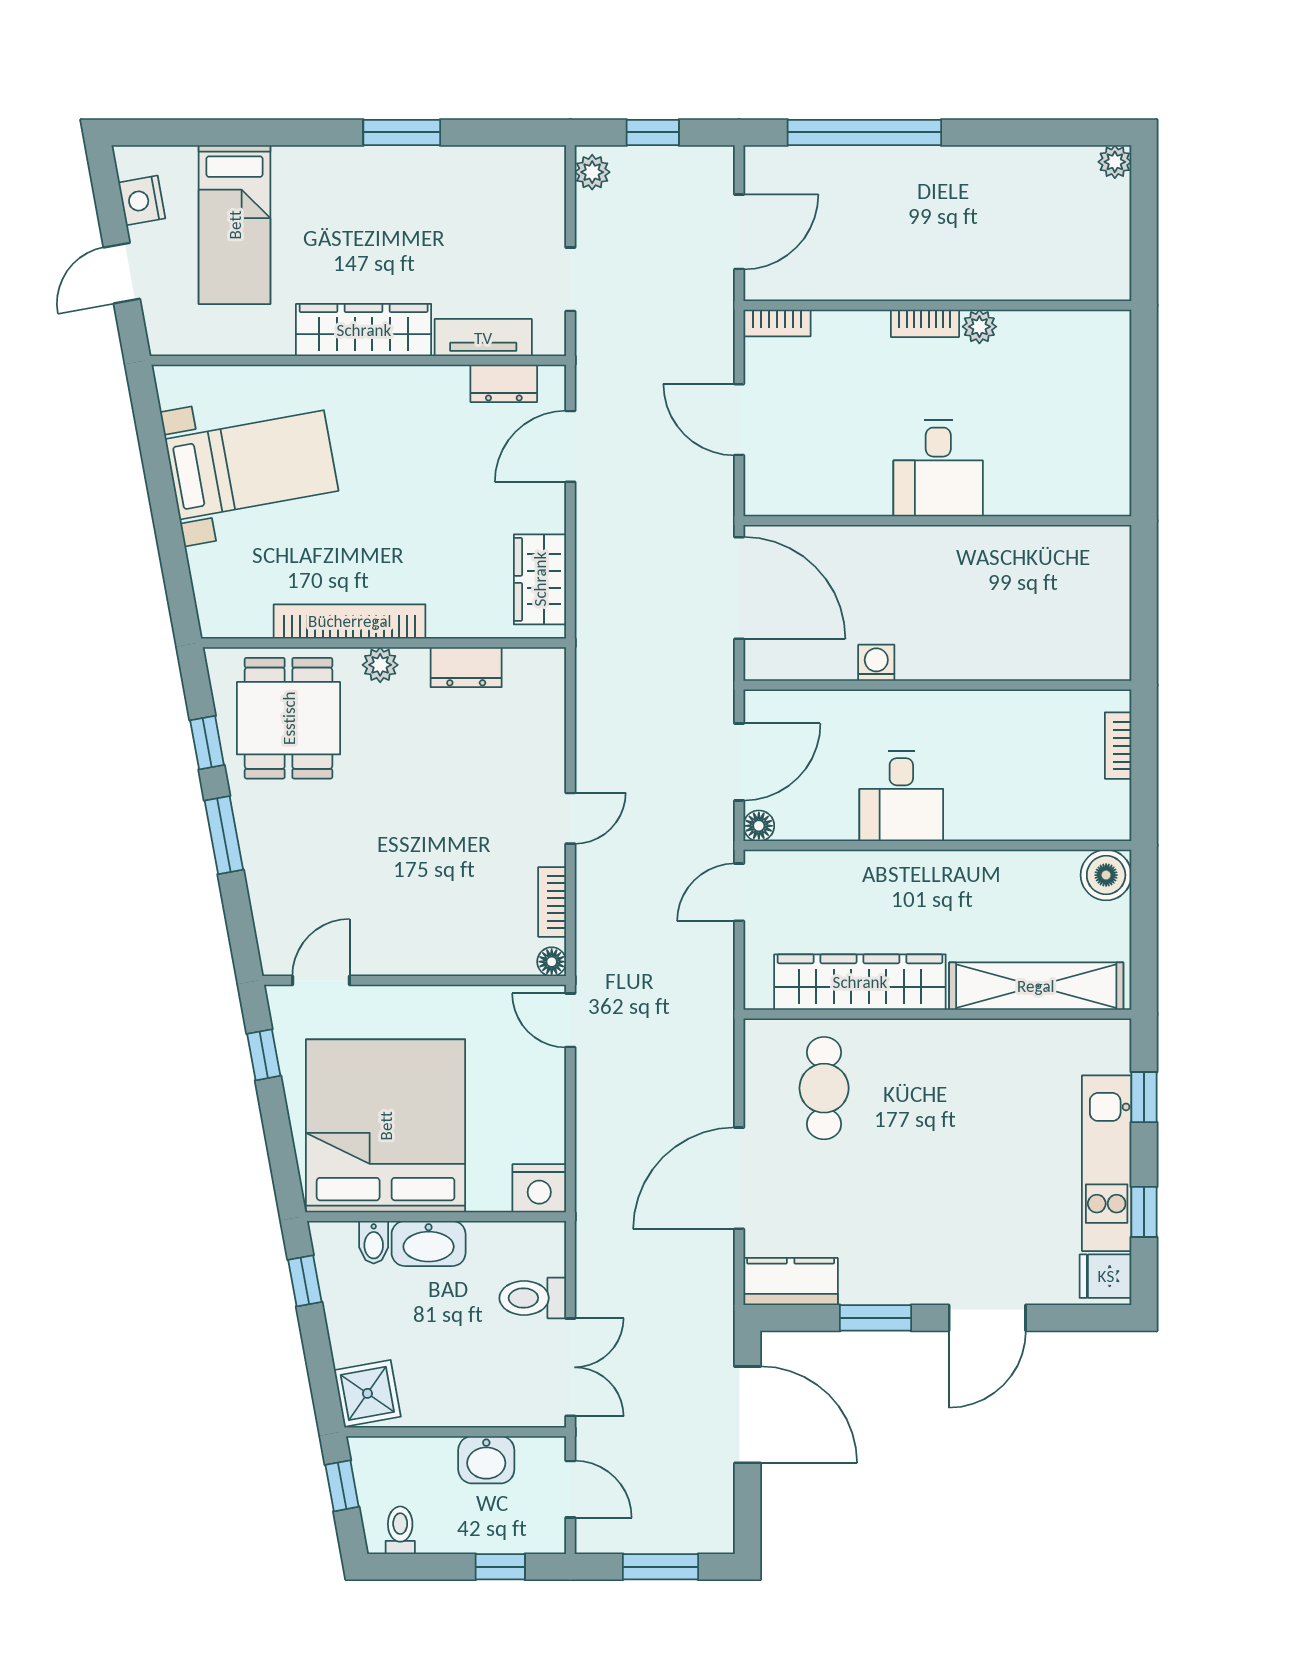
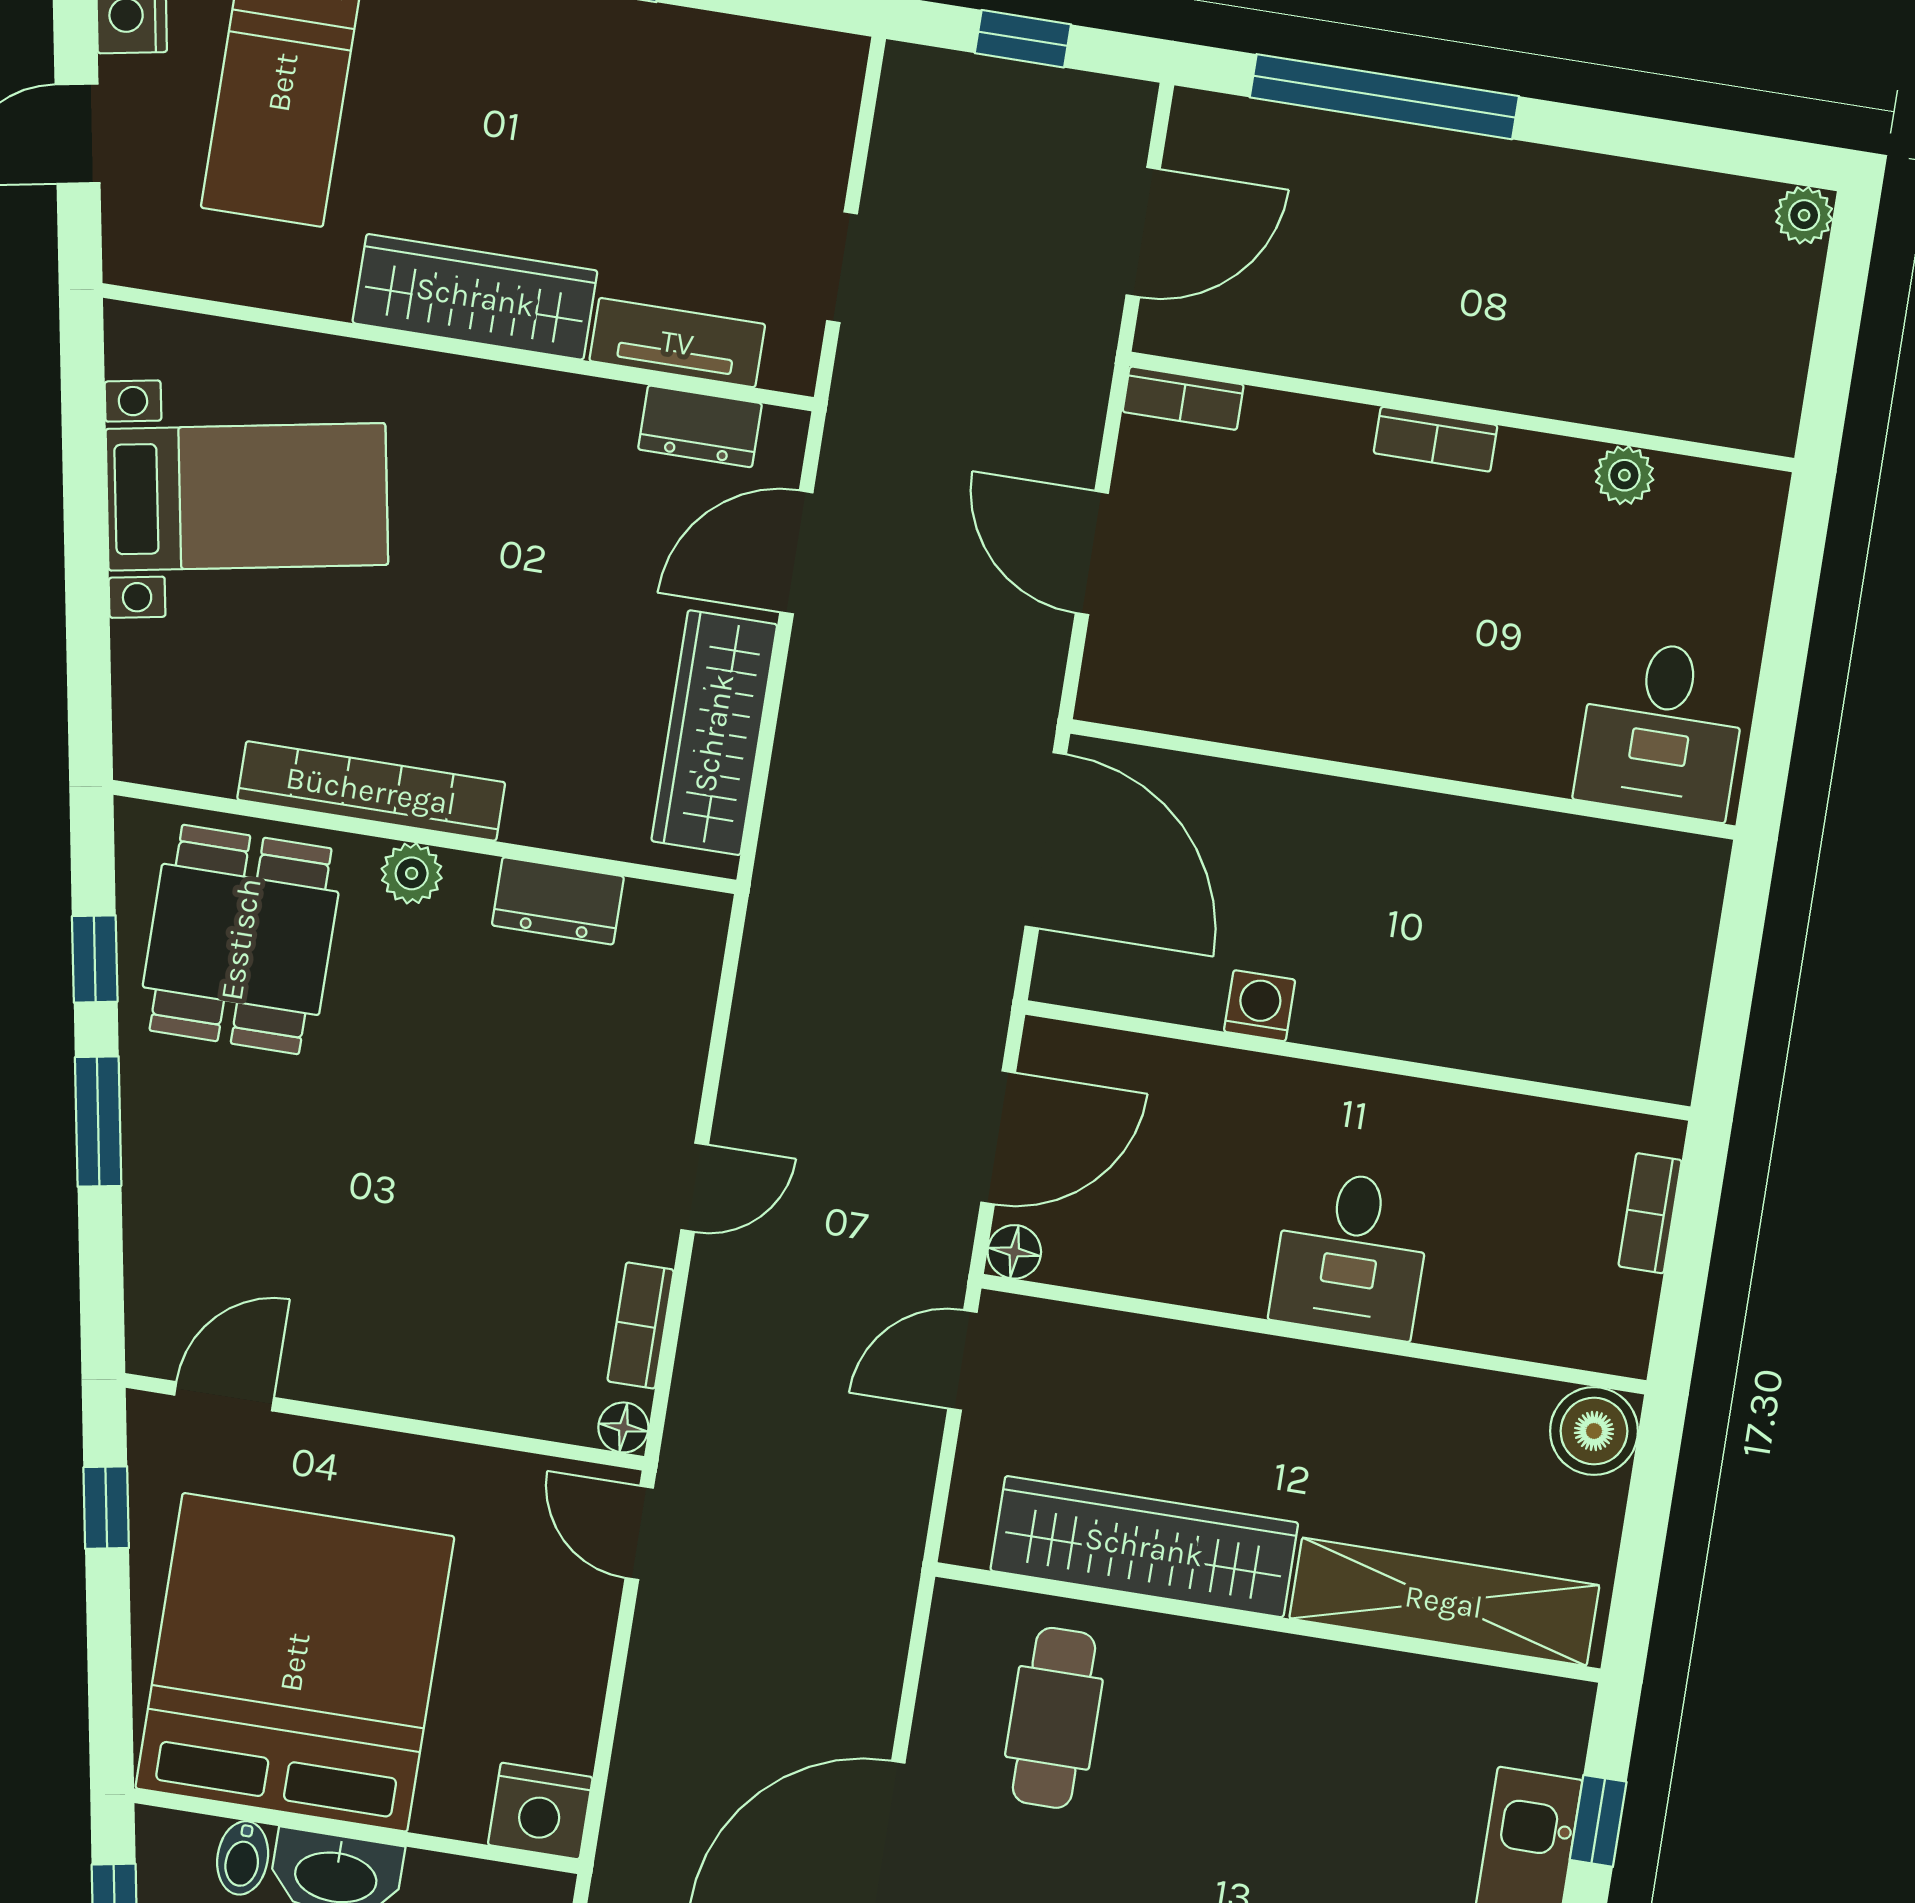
plant: (592, 172) -> (909, 90), removed
plant: (979, 327) -> (1624, 475), moved
desk: (938, 468) -> (1662, 729), moved
wardrobe: (540, 579) -> (714, 733), width x1.50
desk: (901, 796) -> (1351, 1254), moved

